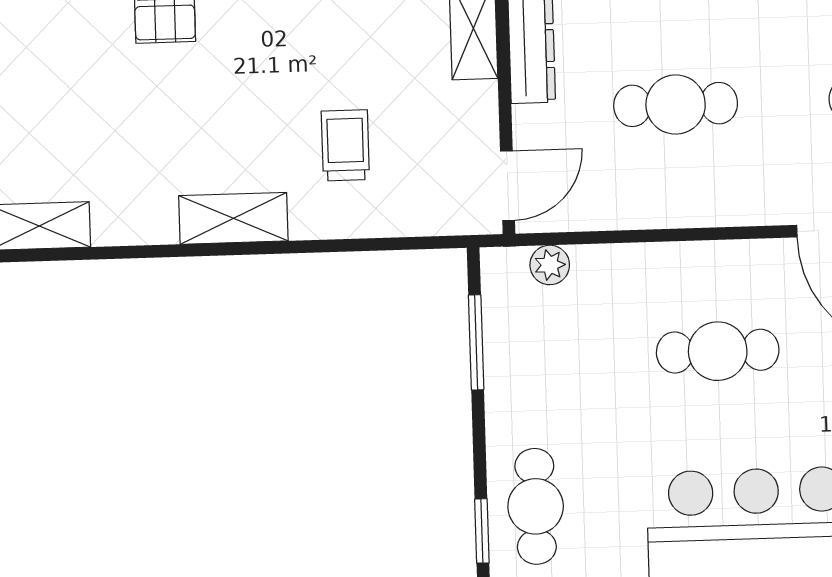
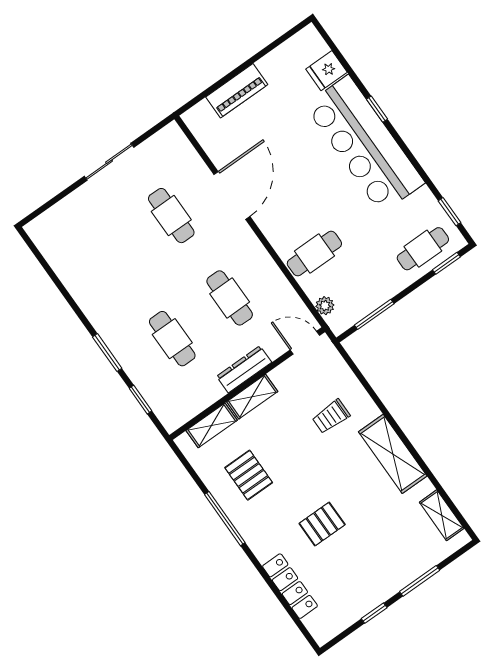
shelving: (233, 218) -> (393, 454), width x1.50, depth x1.33
cafe table: (718, 351) -> (314, 254), moved, turned 90

